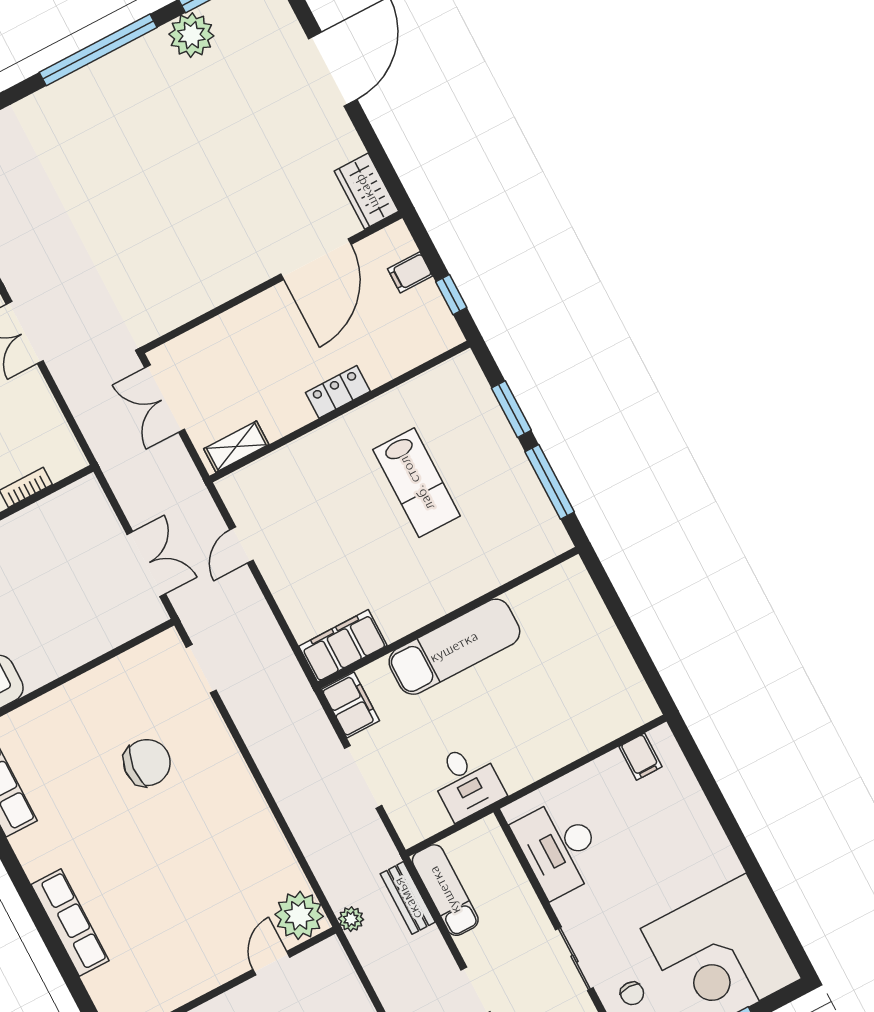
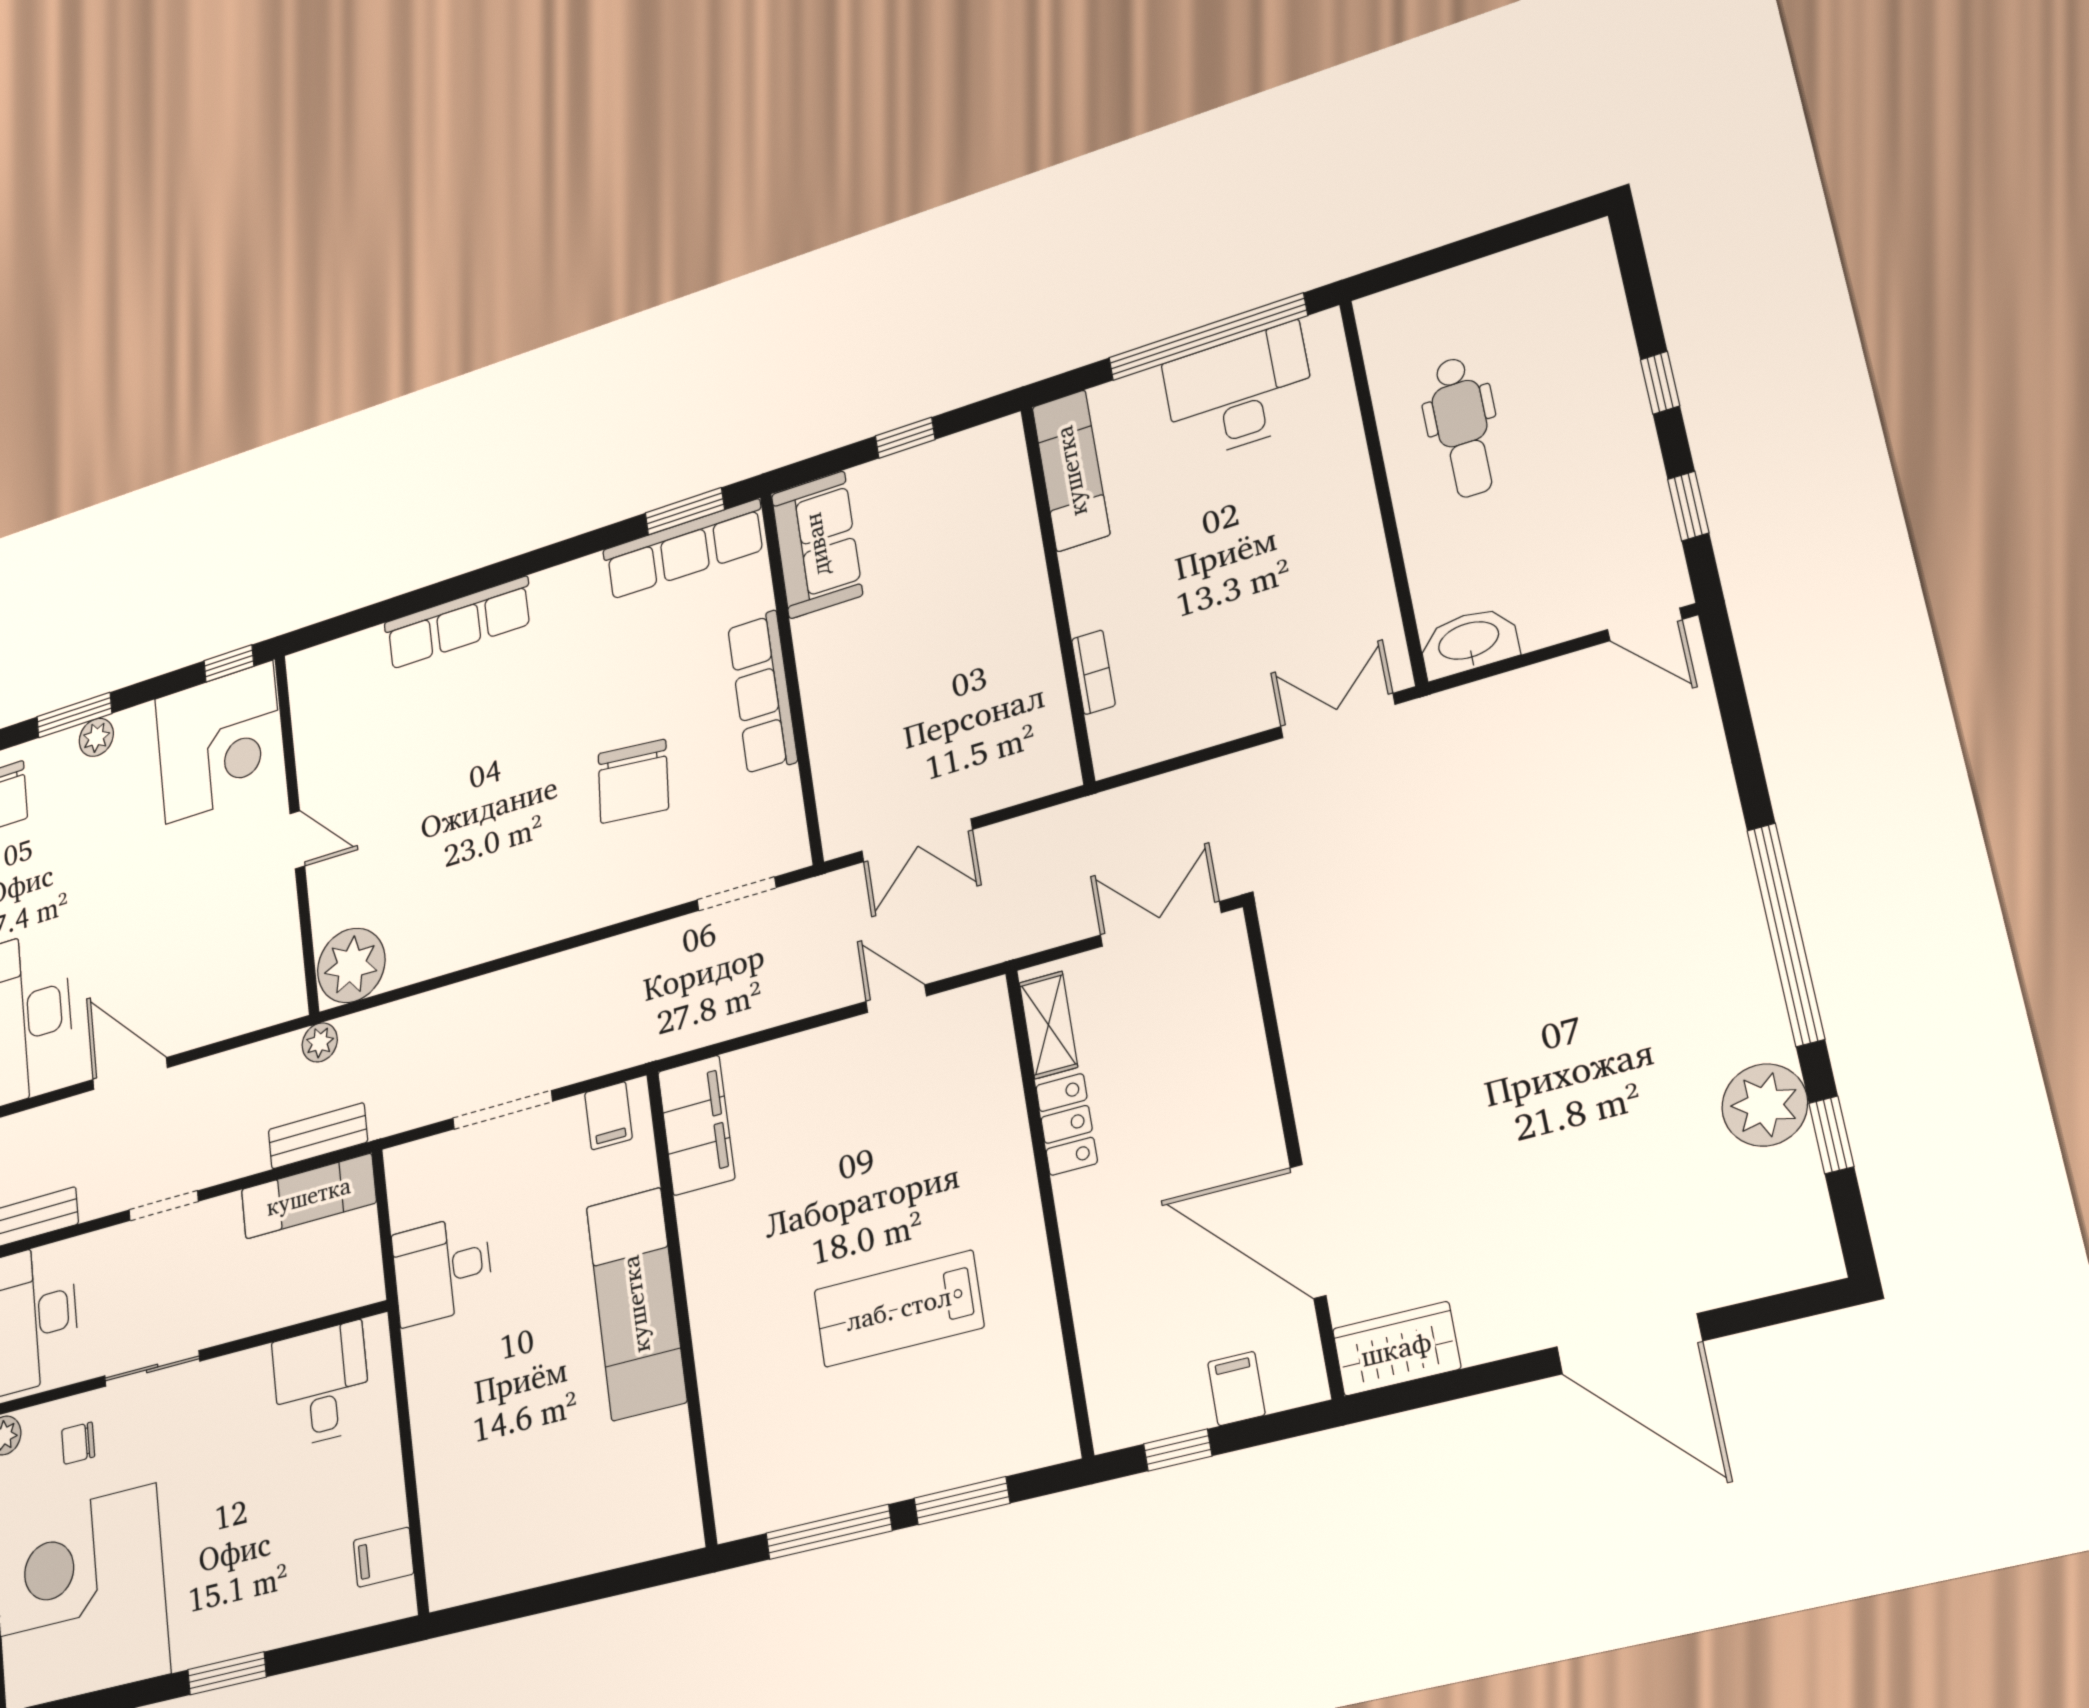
locker: (338, 392) -> (1067, 1124), moved
row of seats: (77, 695) -> (762, 693), added
filing cabinet: (350, 705) -> (608, 1116), width x0.50
window: (735, 835) -> (227, 1673), added
desk: (559, 848) -> (321, 1385), width x0.73
door: (271, 963) -> (297, 840), moved

